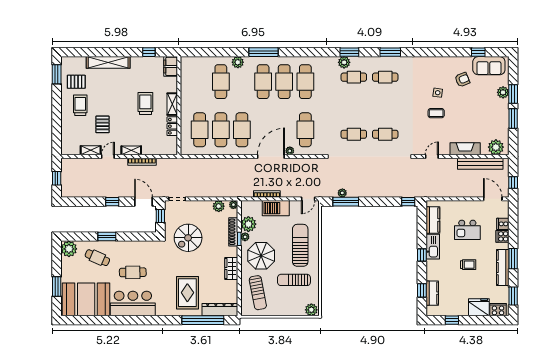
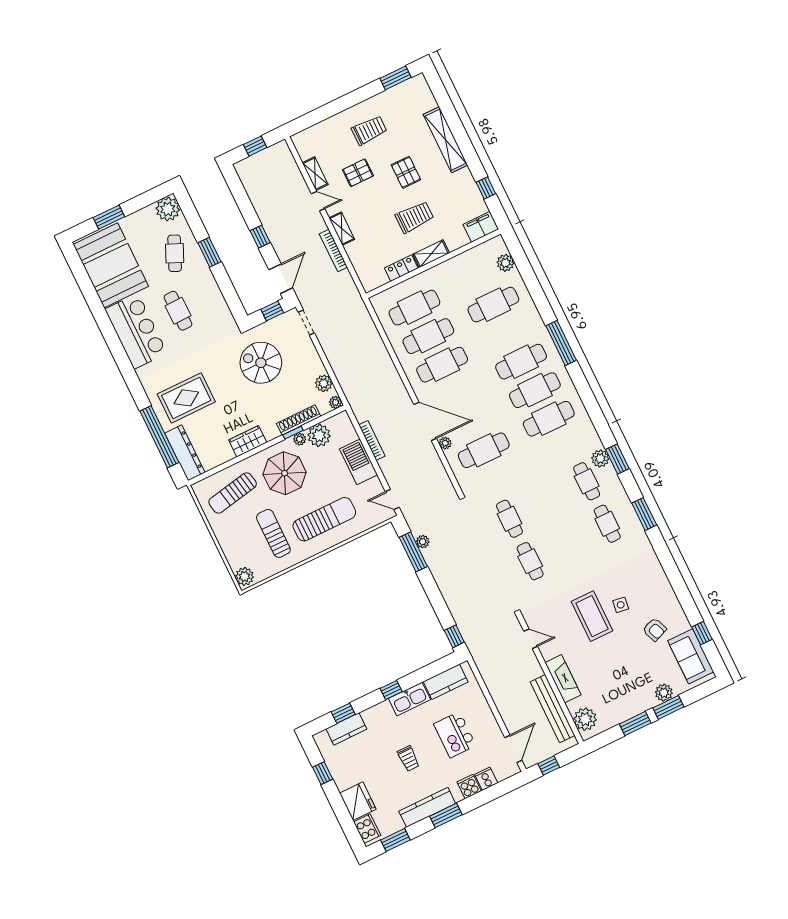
plant: (238, 62) -> (505, 263), moved
pallet: (76, 82) -> (406, 172), moved
coffee table: (436, 113) -> (592, 616), width x1.86, depth x1.72

